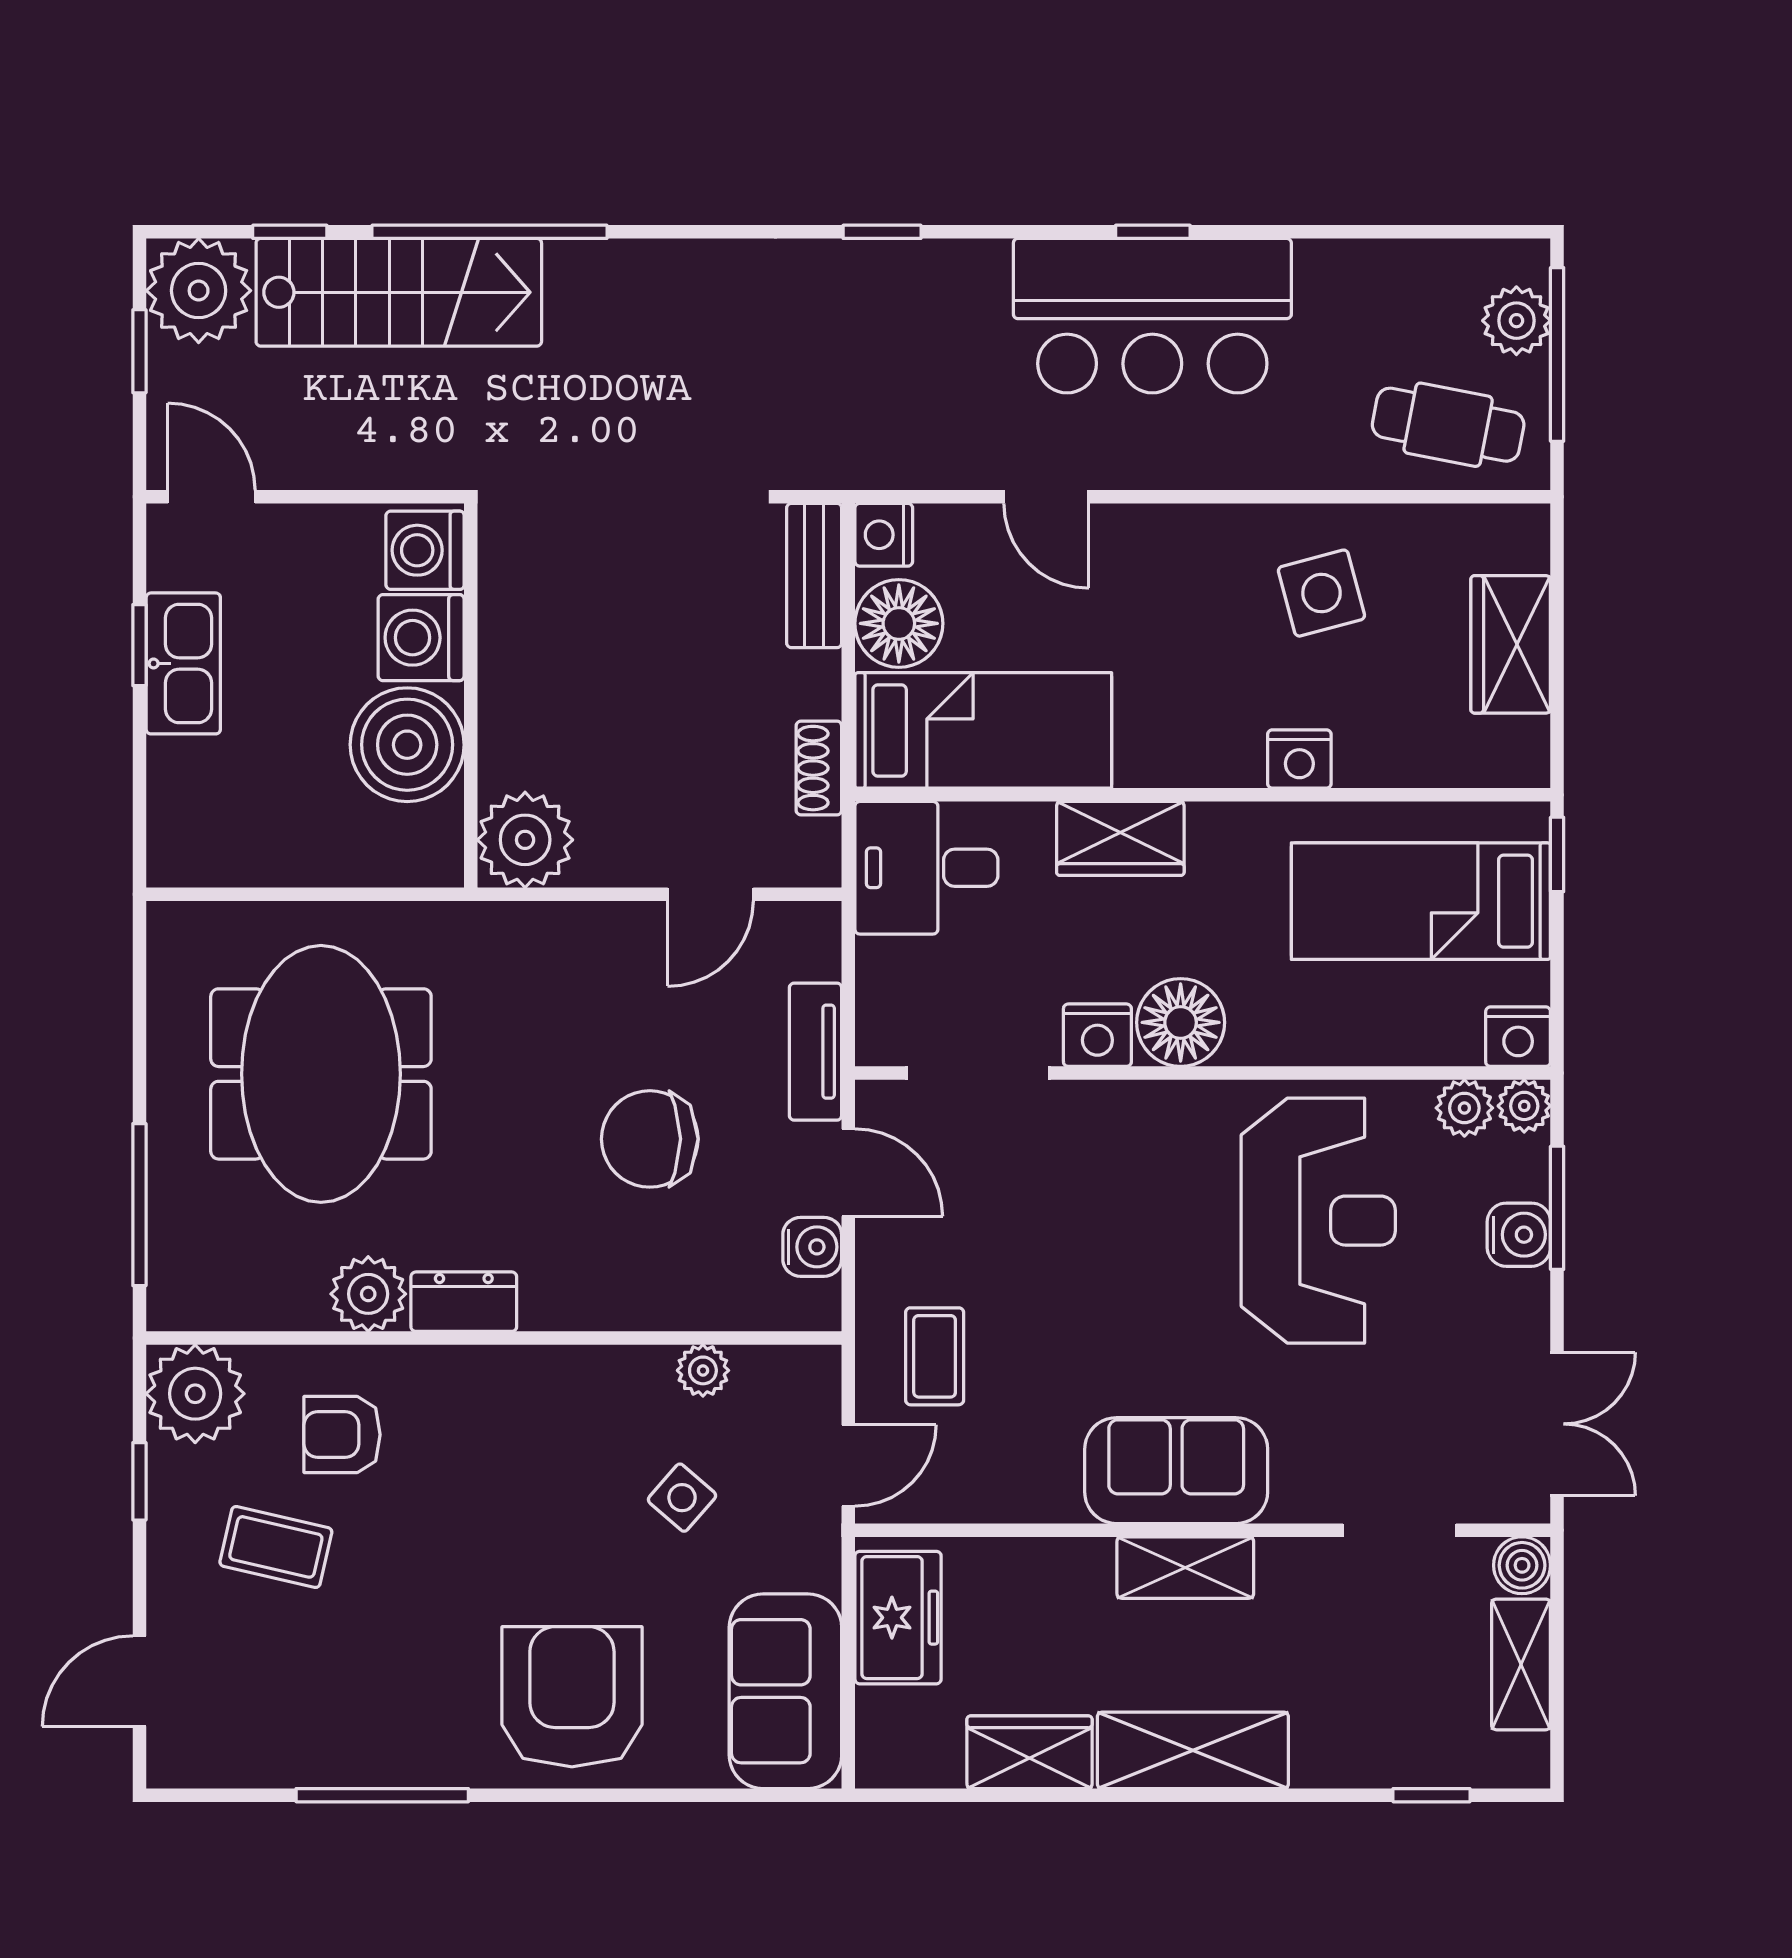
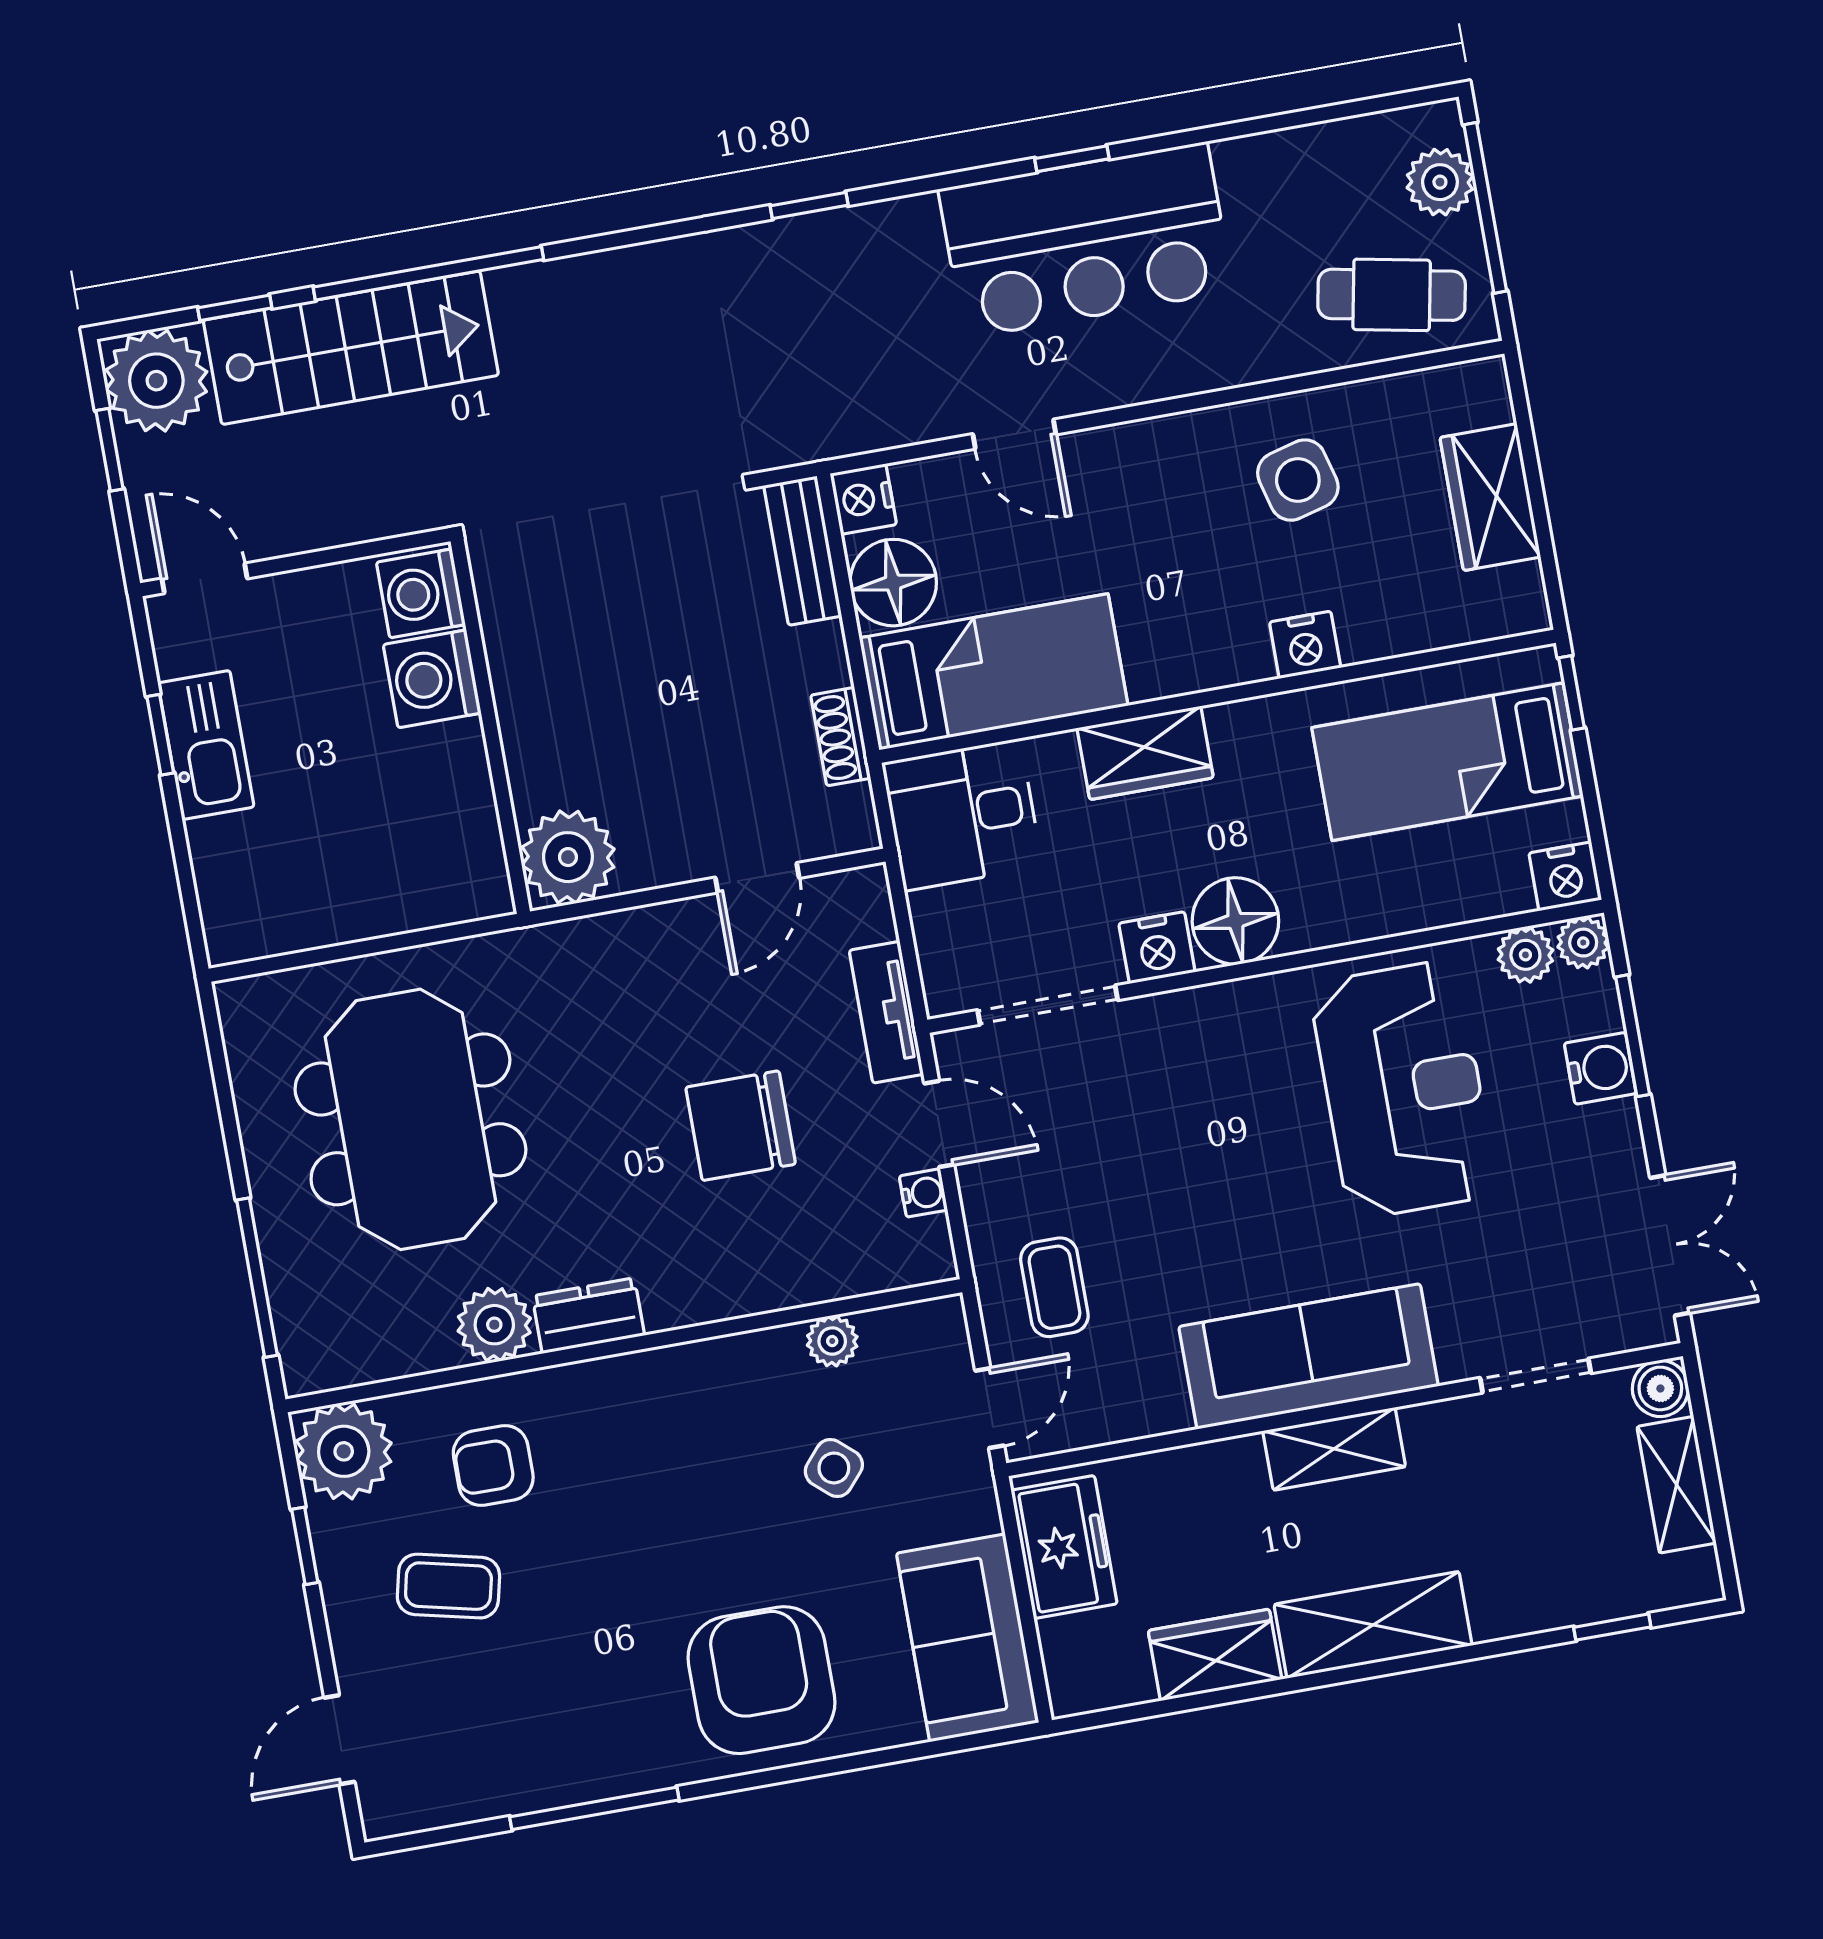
boiler: (407, 745) -> (437, 785), removed
water cooler: (812, 1247) -> (923, 1193), width x0.72, depth x0.72
sofa: (1176, 1471) -> (1309, 1356), width x1.36

